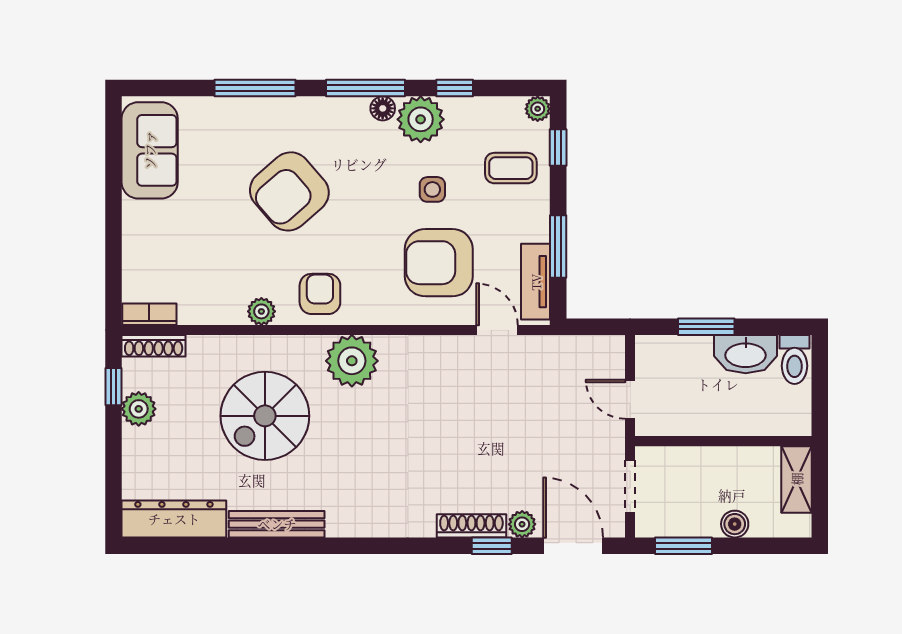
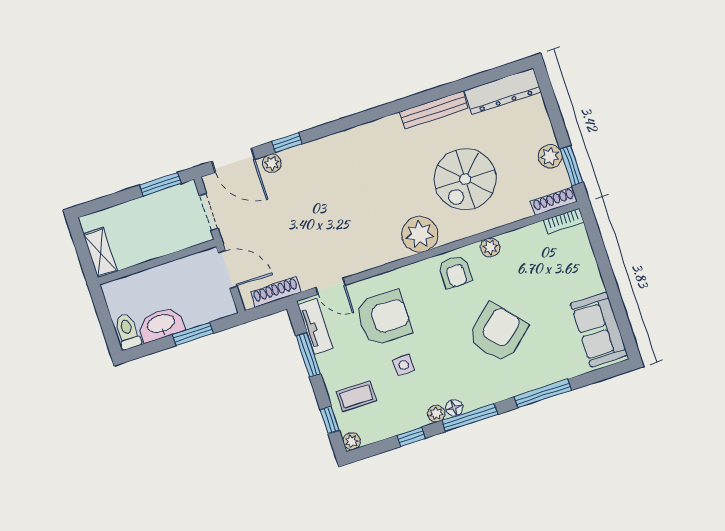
plant: (421, 119) -> (436, 414), width x0.53, depth x0.53
window: (114, 387) -> (571, 166), width x1.50
door: (630, 399) -> (228, 269), width x1.38
spiral stairs: (265, 416) -> (465, 179), turned 180
boiler: (735, 524) -> (131, 210), removed
shoe rack: (471, 526) -> (276, 292), moved, turned 180

